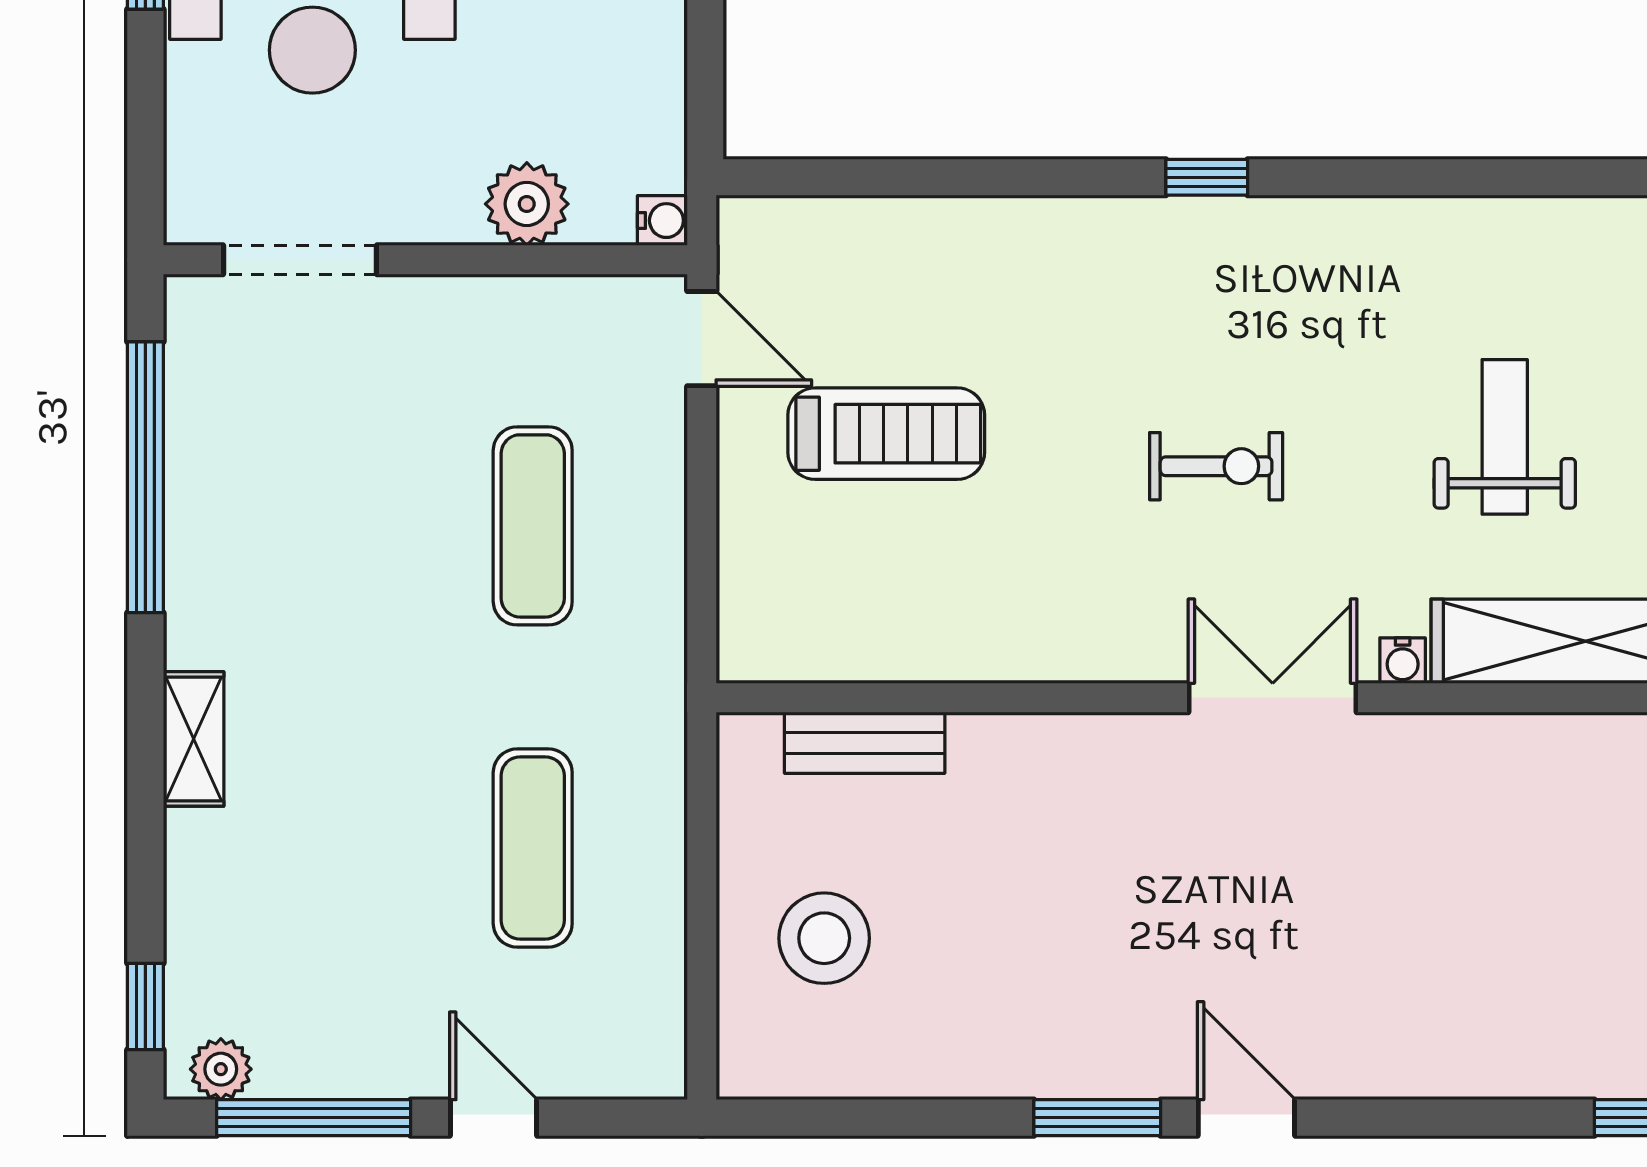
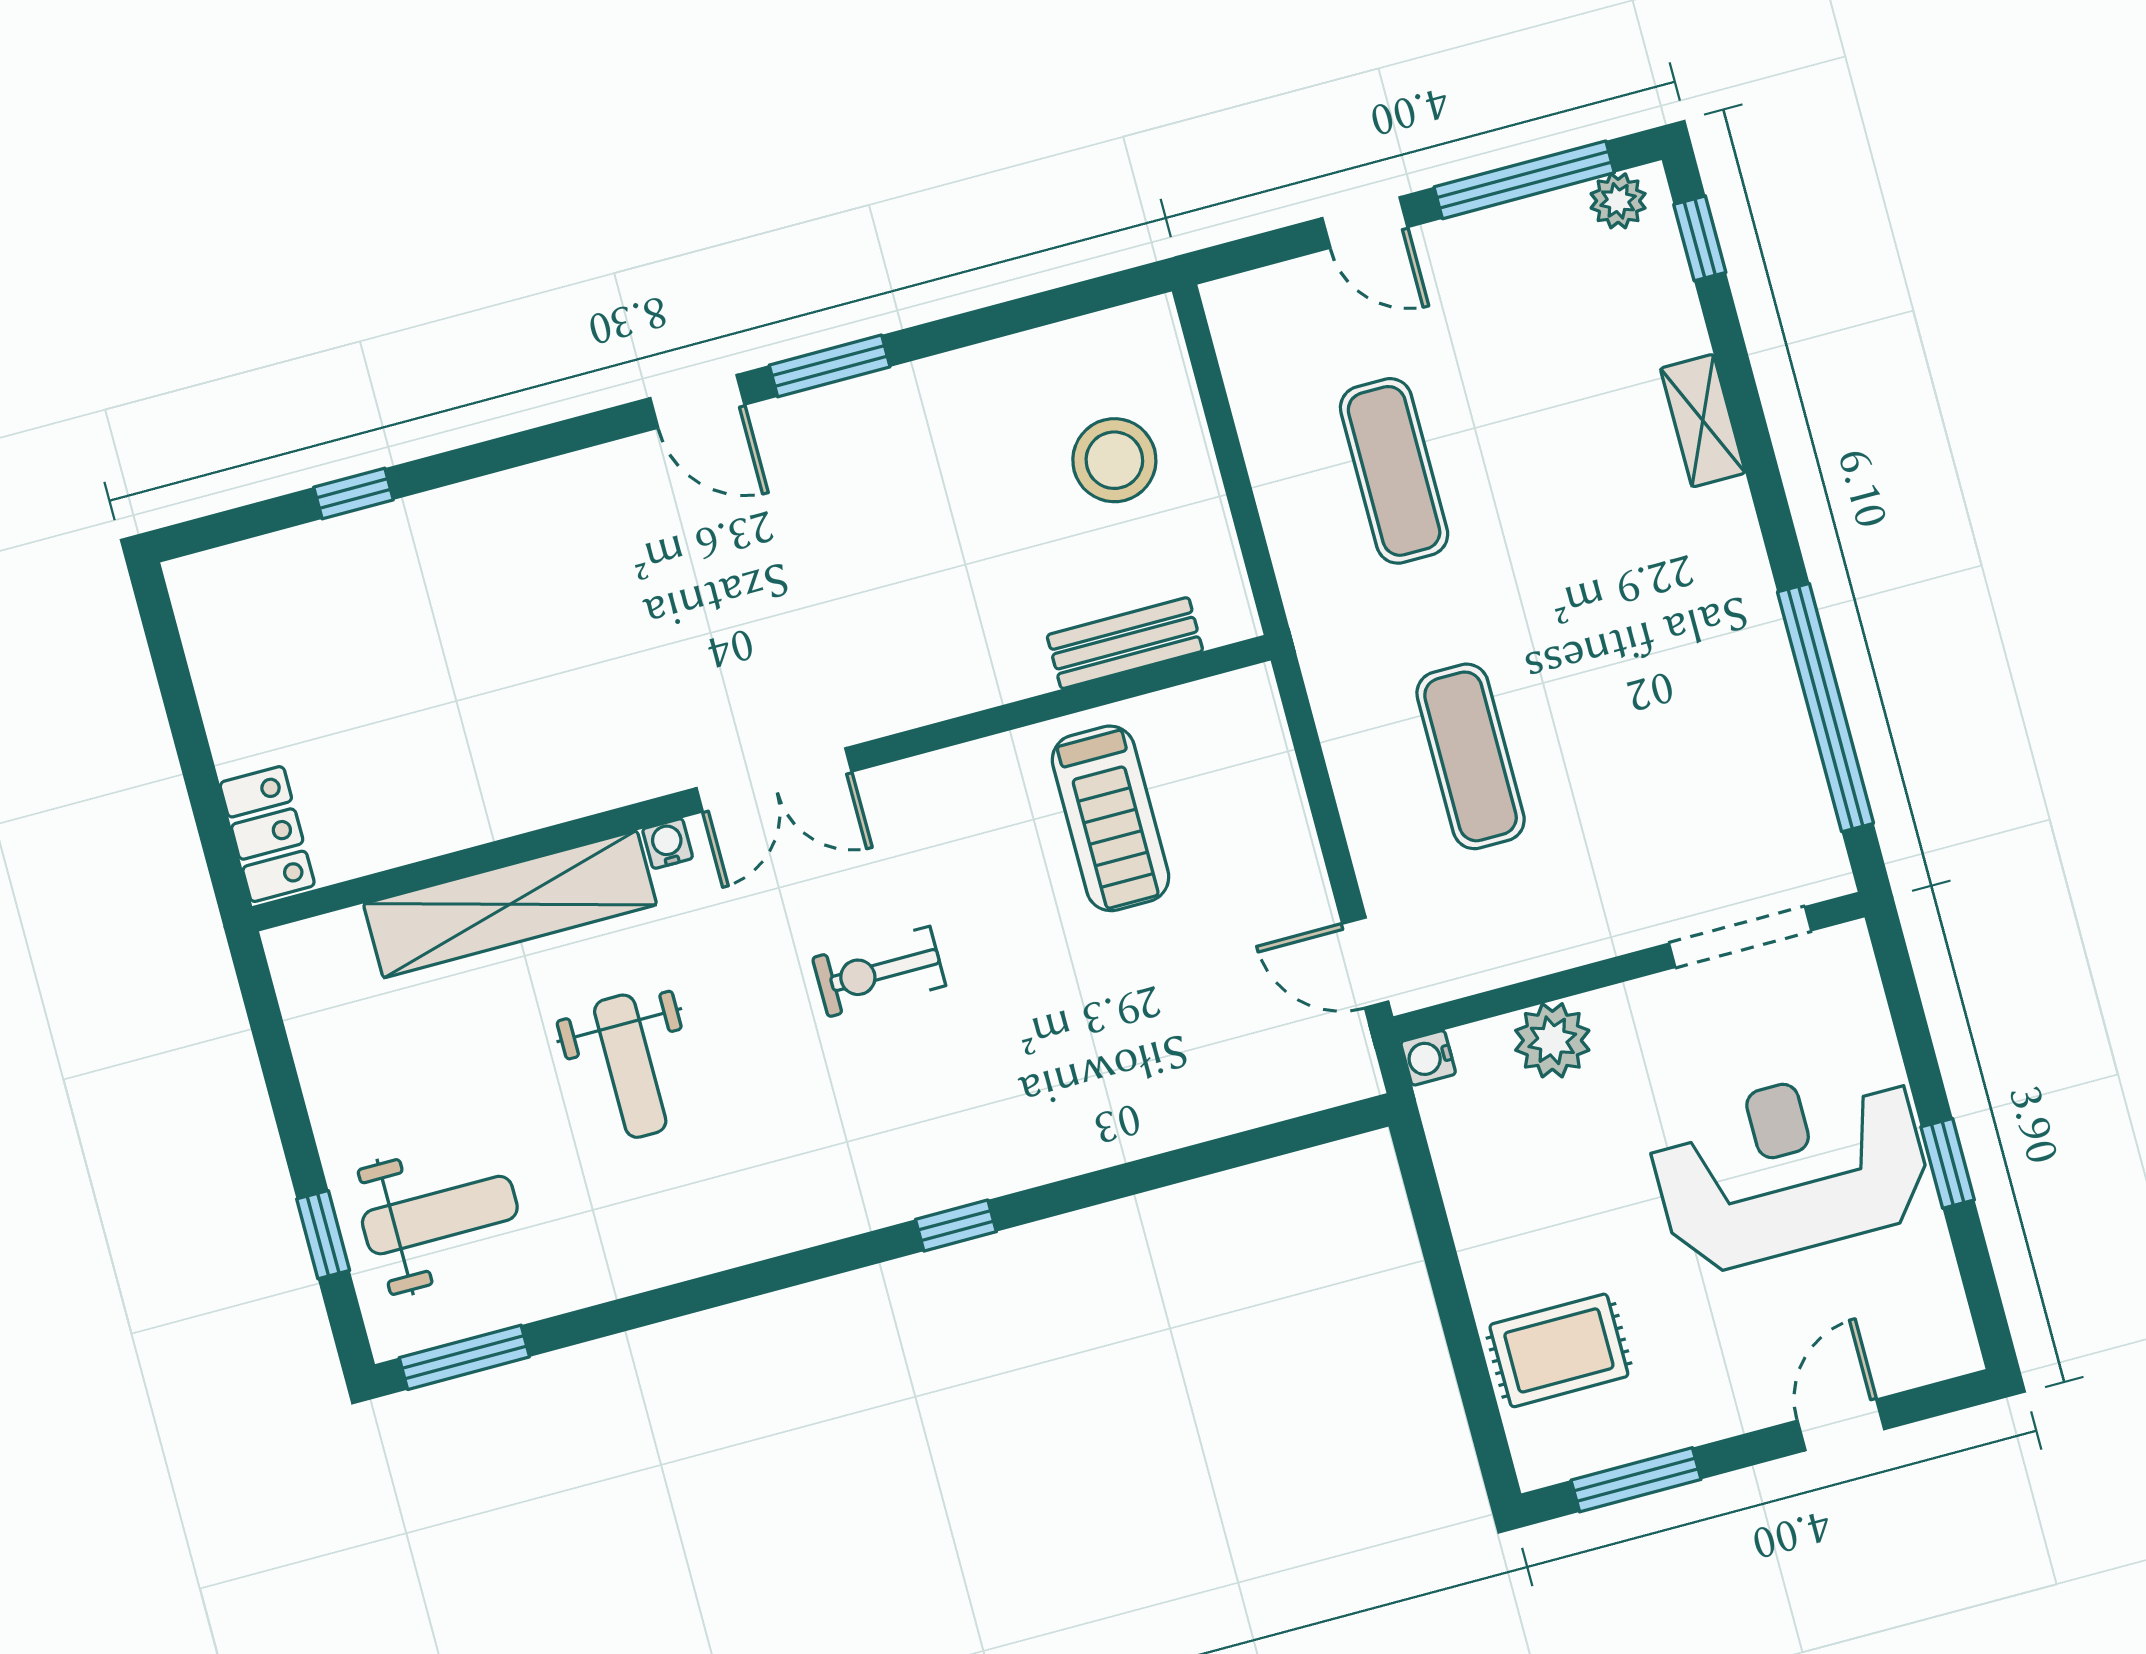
treadmill: (886, 434) -> (1110, 818), moved, turned -90
shelving: (194, 739) -> (1703, 421), moved

